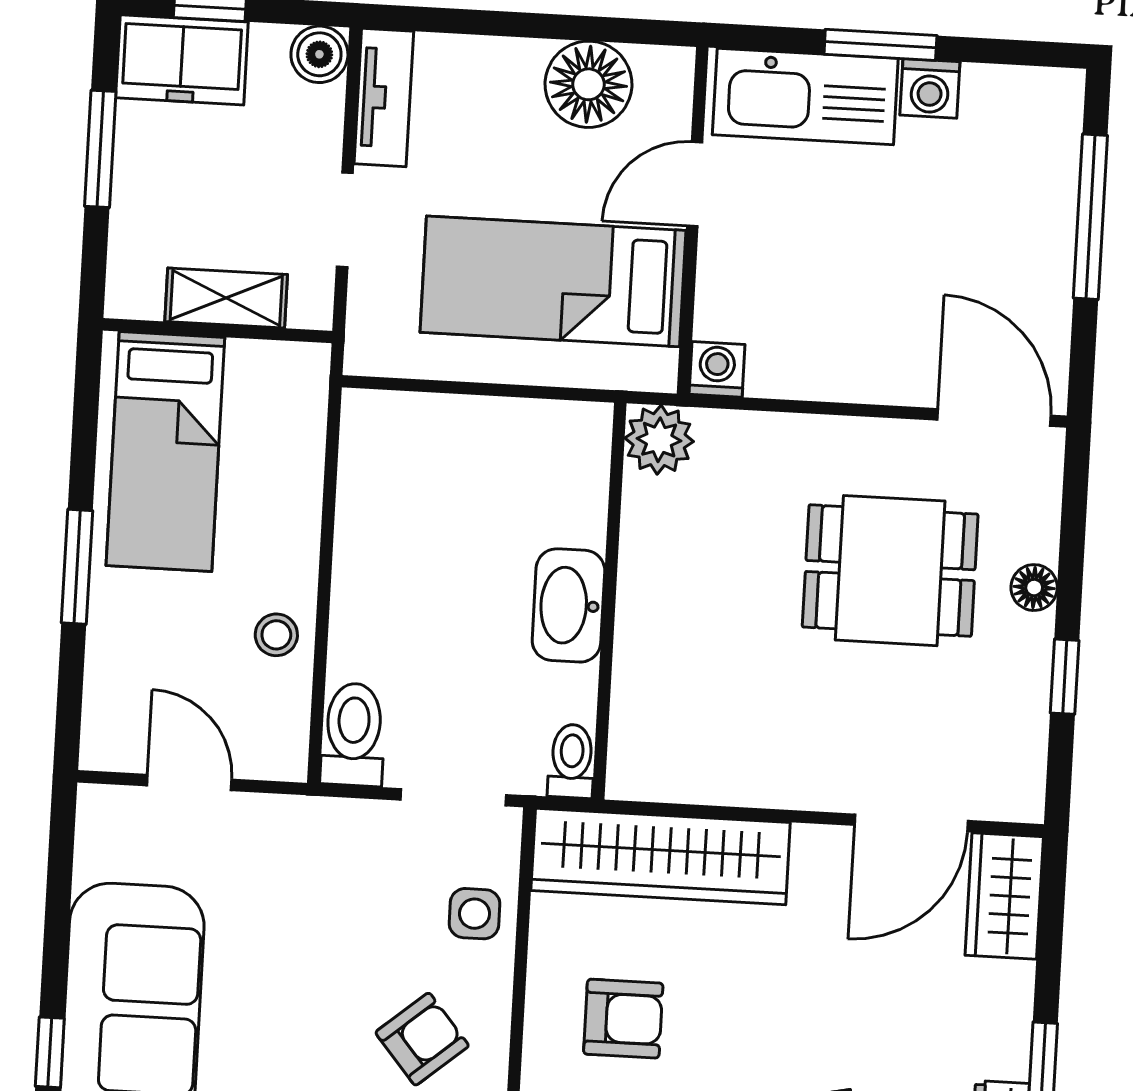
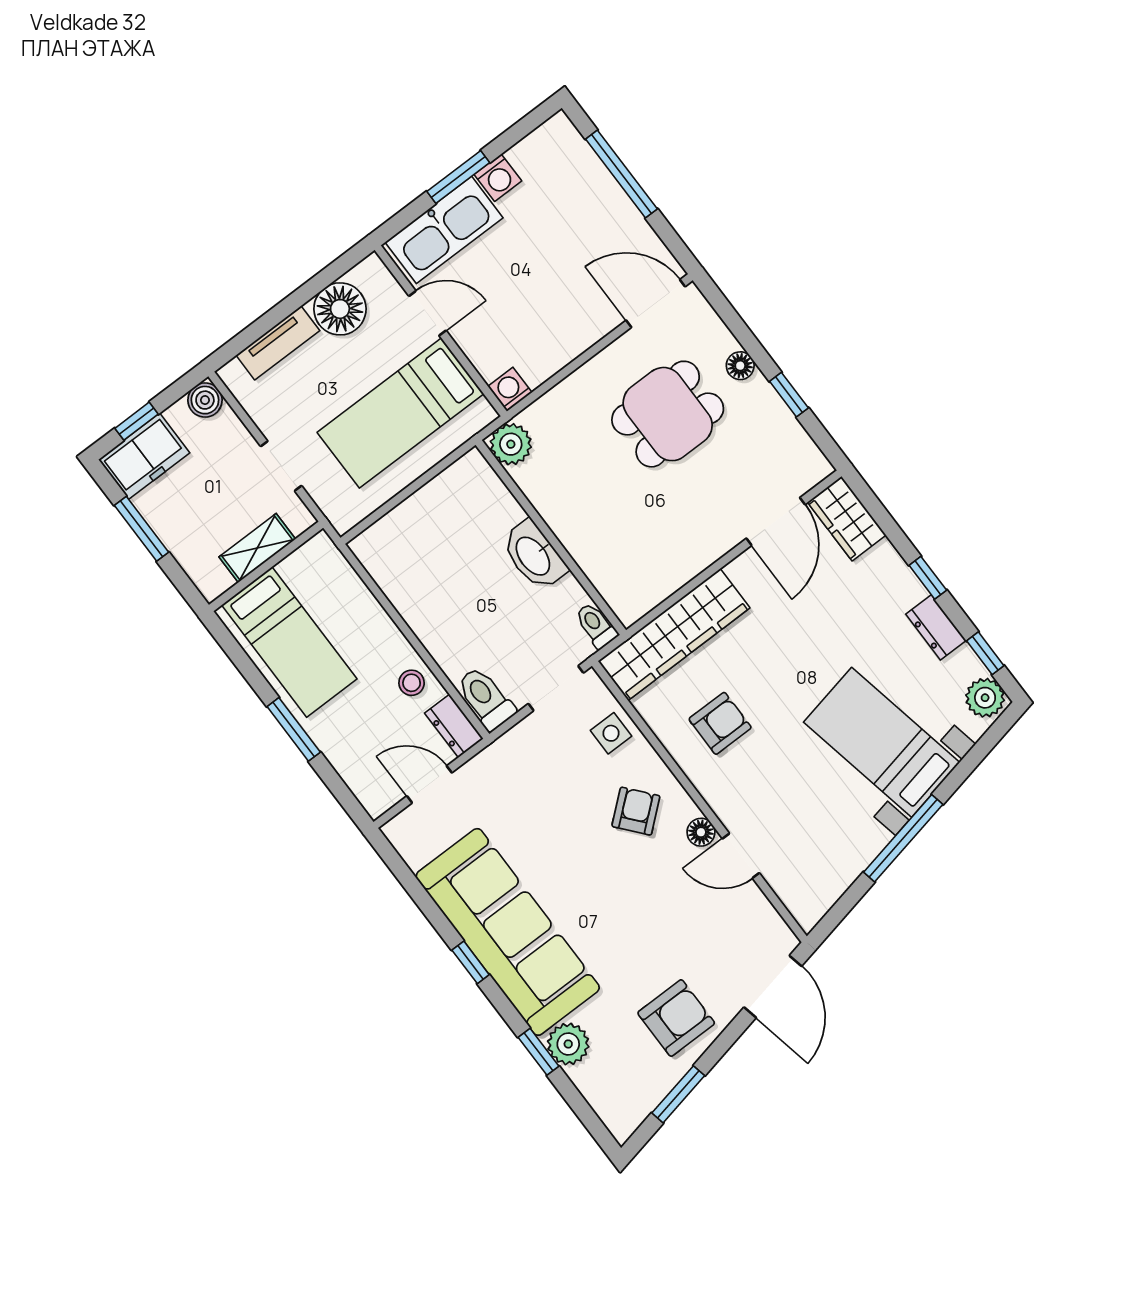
tv unit: (384, 98) -> (278, 343), moved, turned 90
door: (695, 184) -> (427, 313), swing flipped
dresser: (284, 735) -> (454, 726), added

